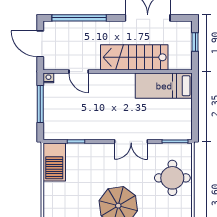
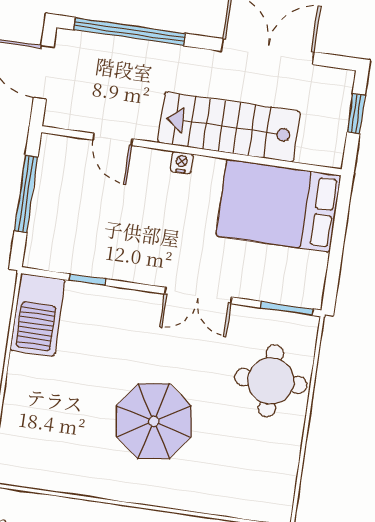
nightstand: (48, 78) -> (182, 163), moved
bed: (164, 86) -> (278, 206), width x1.50

